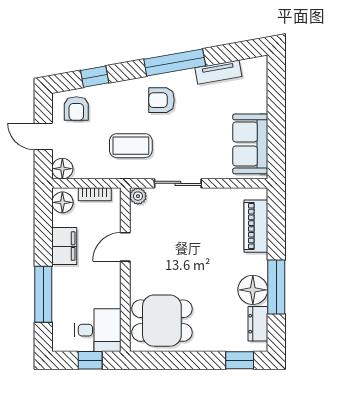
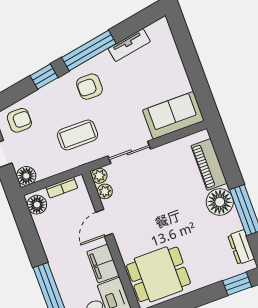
window: (95, 77) -> (44, 77), moved
armchair: (76, 109) -> (19, 120), turned -90
sofa: (250, 144) -> (173, 115), moved, turned 90
plant: (138, 214) -> (105, 191), added
filing cabinet: (64, 246) -> (103, 264), moved, turned 180
floor lamp: (253, 290) -> (220, 202), moved

